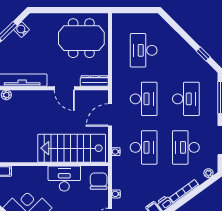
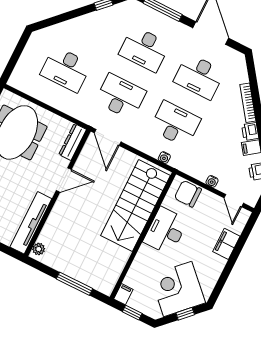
desk: (186, 99) -> (144, 49), turned 180
door: (110, 115) -> (108, 137), moved
plant: (208, 173) -> (241, 65), removed

